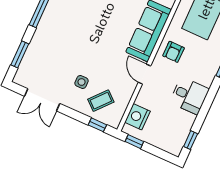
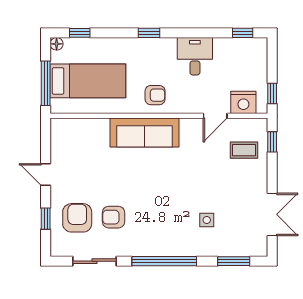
door: (144, 74) -> (215, 116), moved
side table: (82, 82) -> (207, 220), moved
coffee table: (101, 101) -> (244, 150), turned -41

